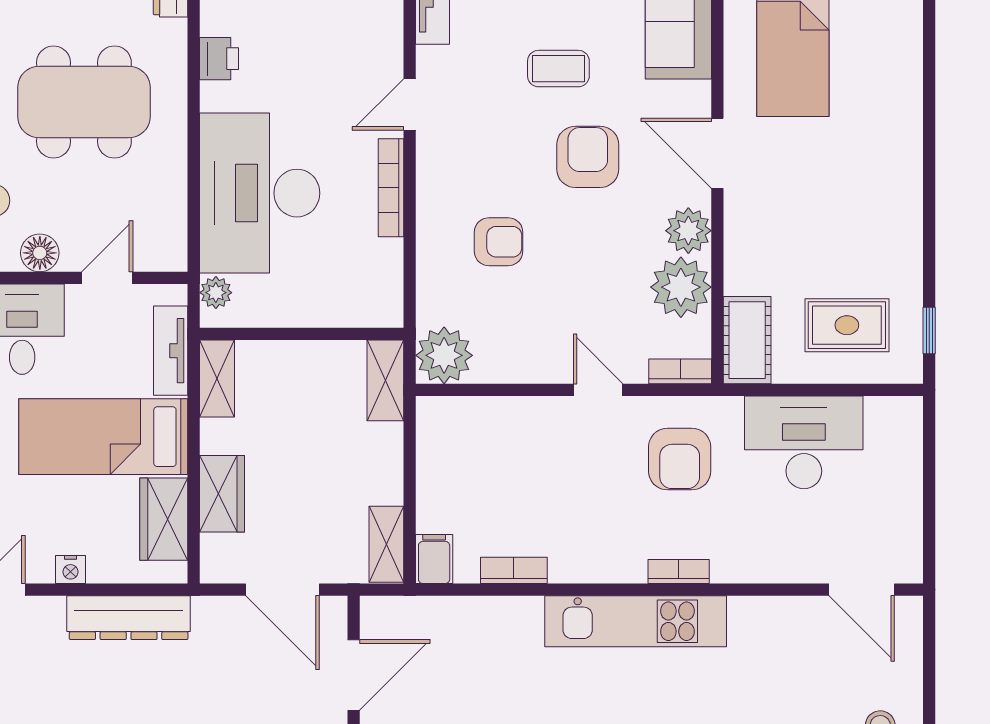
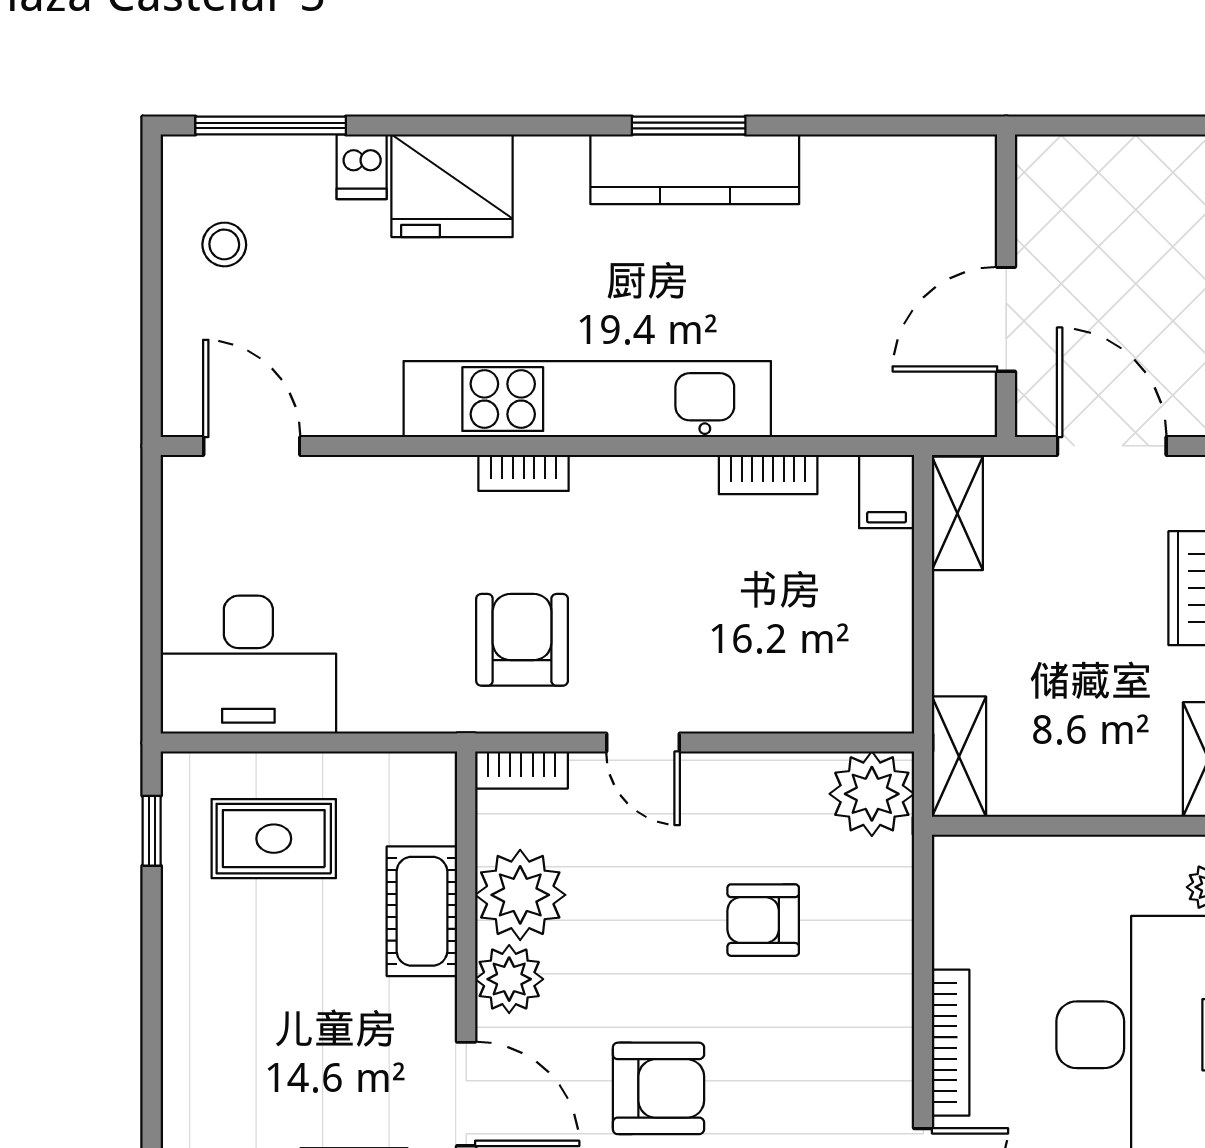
armchair: (588, 157) -> (658, 1088), turned -90
armchair: (499, 242) -> (763, 920), moved
cot: (747, 340) -> (422, 911), moved
desk: (804, 442) -> (248, 665), moved
kitchen unit: (636, 621) -> (587, 399), width x1.36

